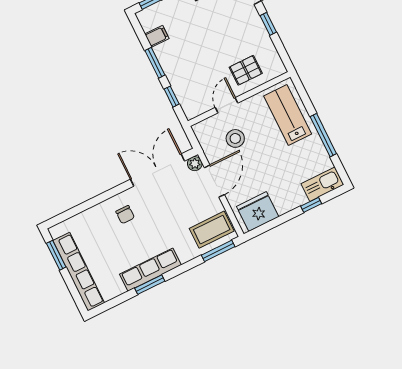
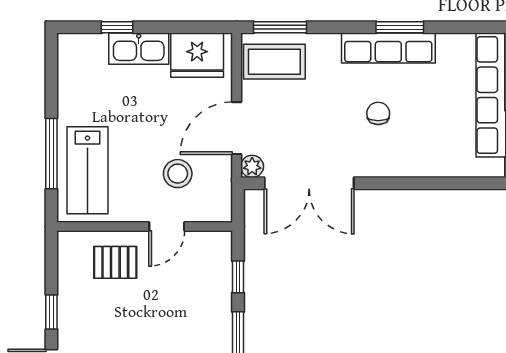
window: (323, 135) -> (51, 154), moved
kitchen sink: (322, 184) -> (139, 49), moved
chair: (125, 215) -> (378, 113), moved

